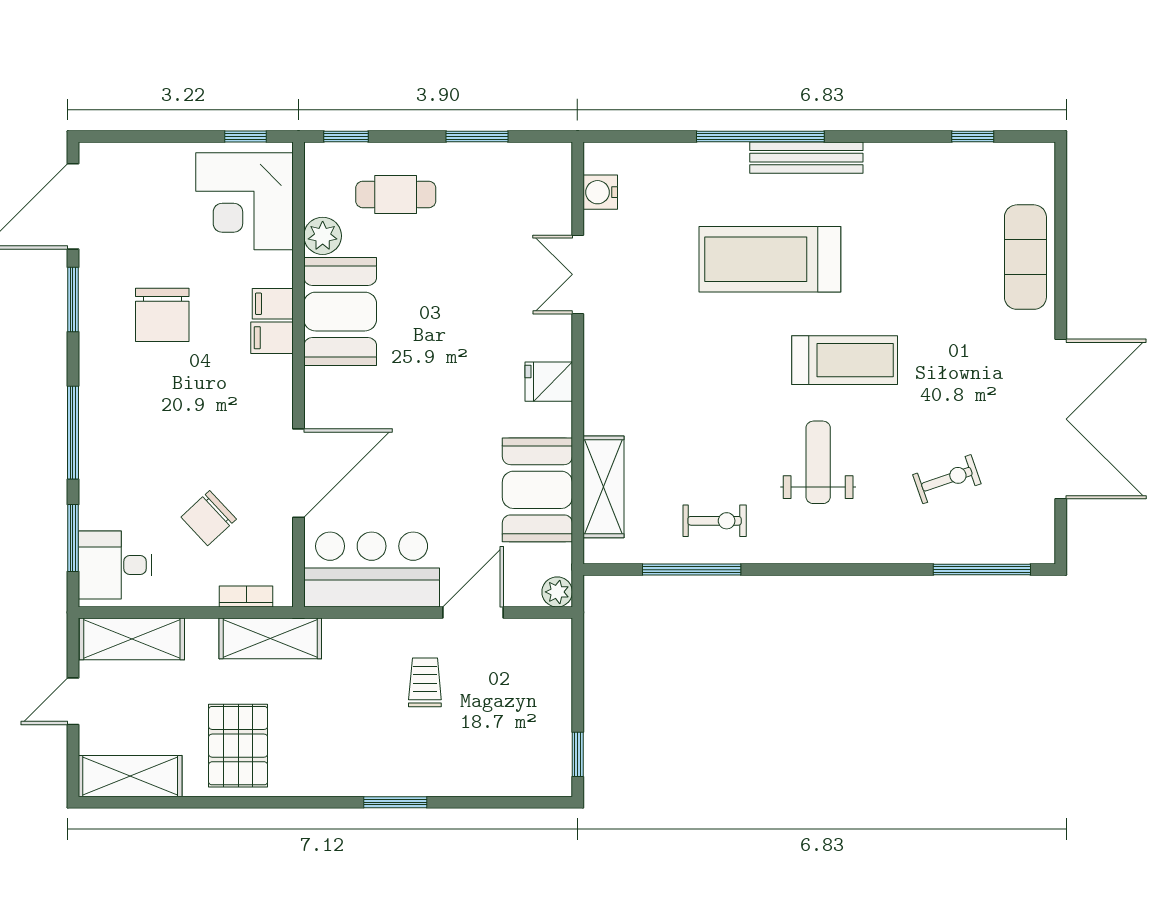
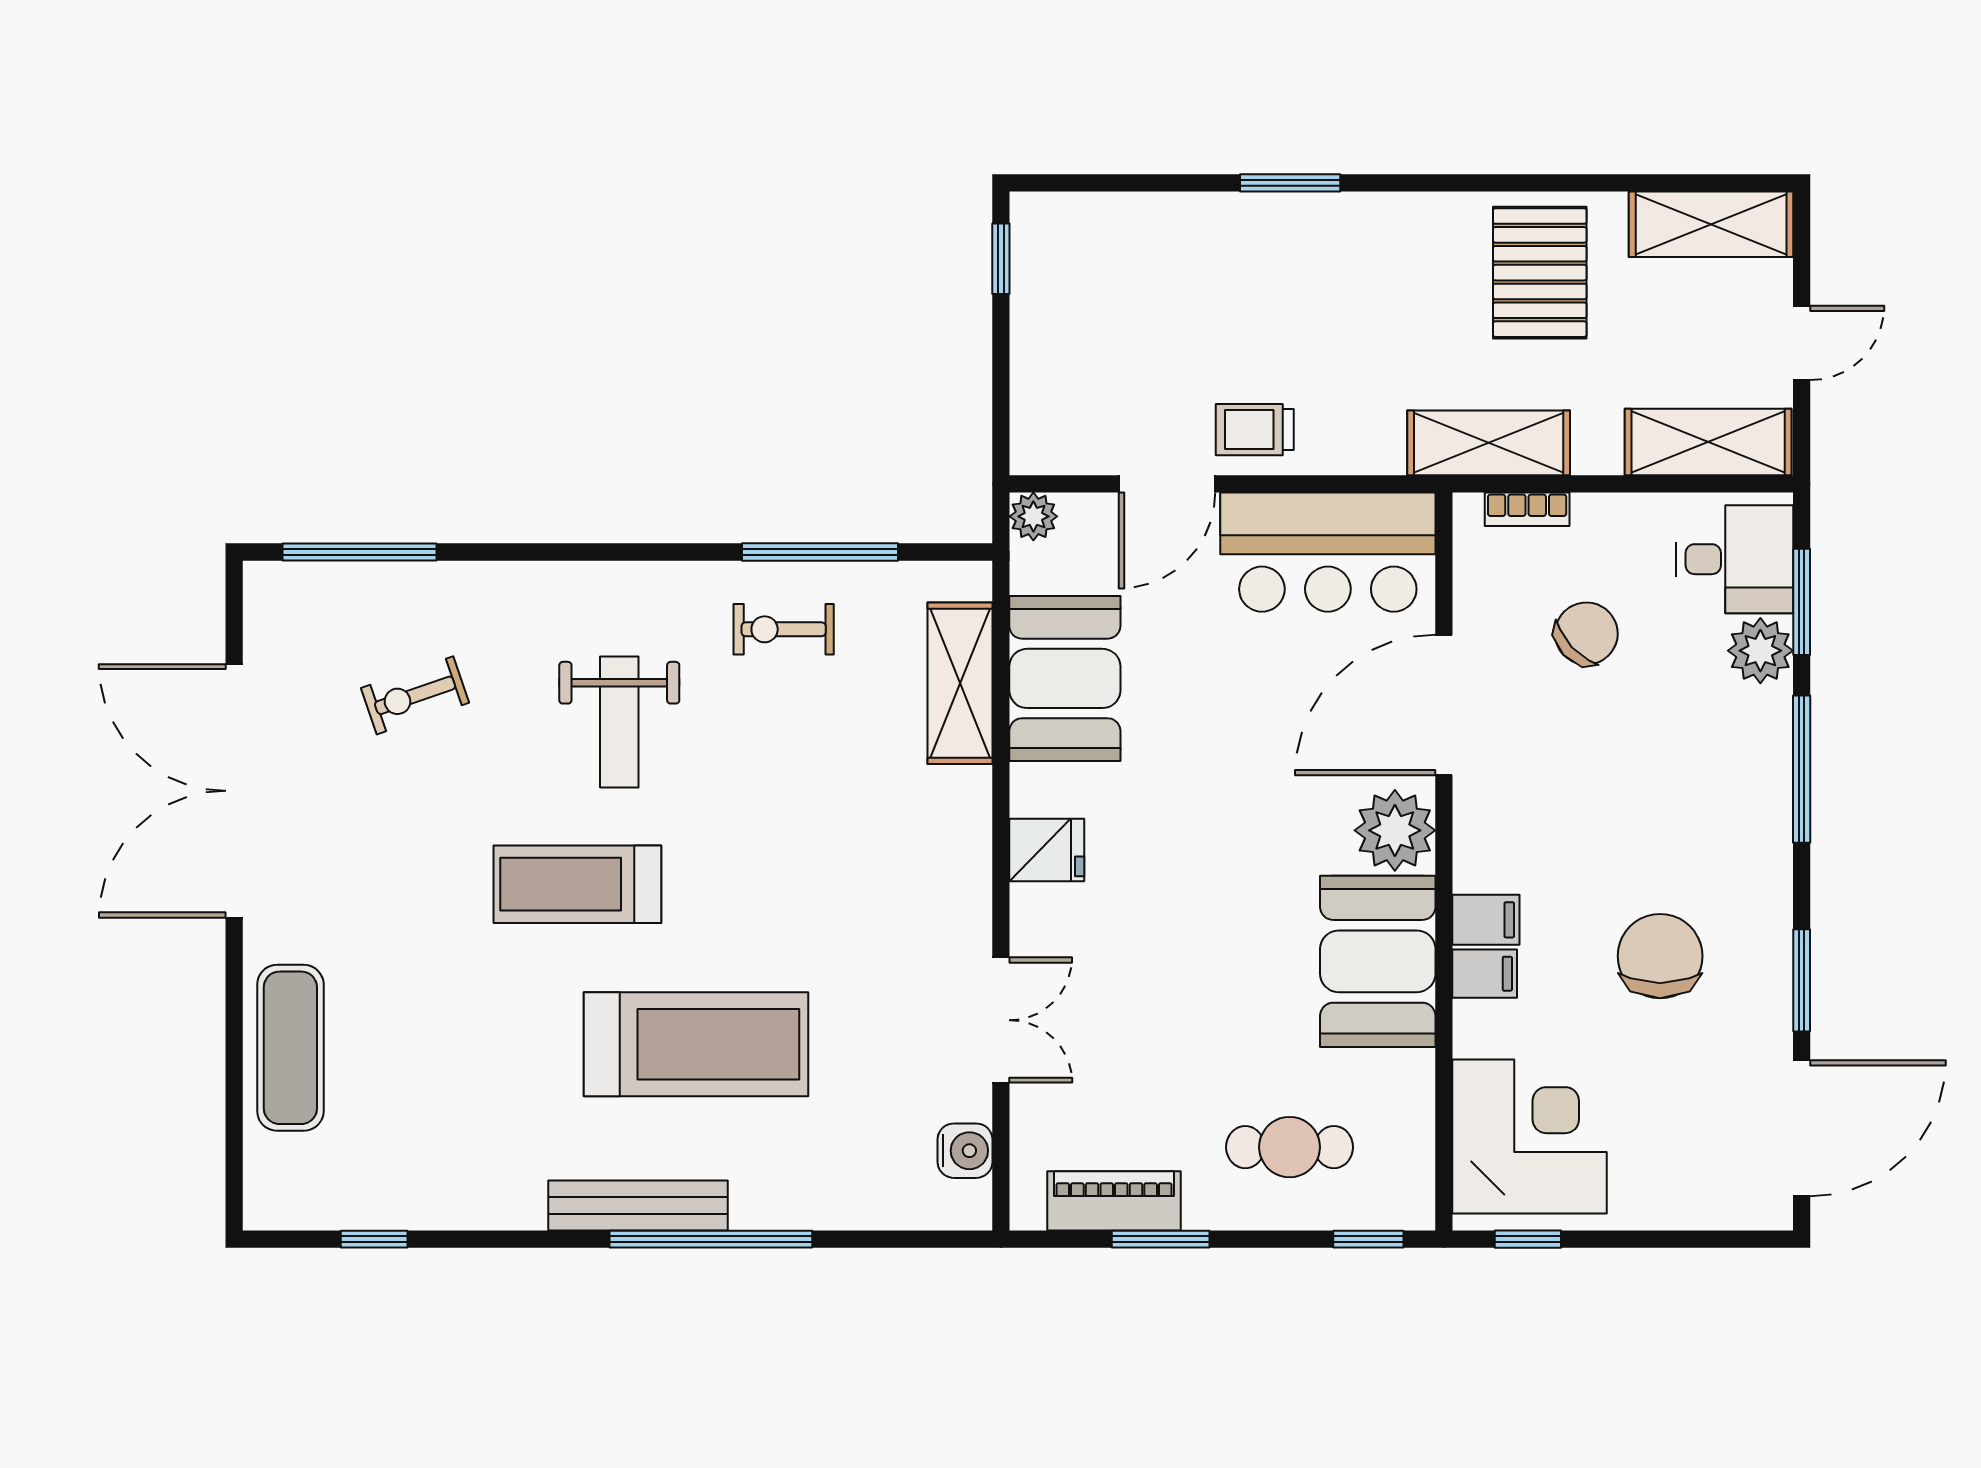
piano: (506, 161) -> (1114, 1201), added
plant: (323, 236) -> (1395, 830), moved, width x1.36, depth x1.36
plant: (99, 507) -> (1760, 651), added
trolley: (425, 682) -> (1255, 430), moved, turned 90

